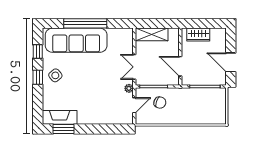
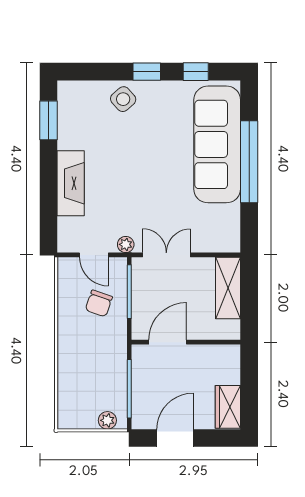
wardrobe: (198, 35) -> (228, 407), moved
side table: (55, 75) -> (123, 99), moved
plant: (221, 98) -> (107, 420), added
fireplace: (60, 117) -> (71, 183), moved

